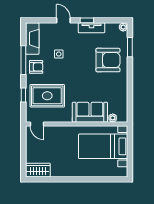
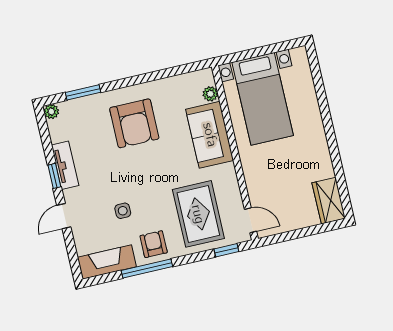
armchair: (108, 60) -> (134, 123), moved, turned 180
window: (23, 95) -> (226, 250), moved
door: (37, 124) -> (250, 220), hinge flipped

